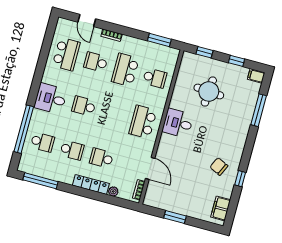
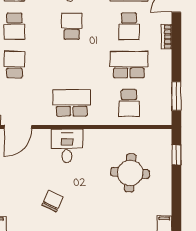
window: (236, 61) -> (176, 196), removed
school desk: (96, 62) -> (129, 26), turned 180
desk: (178, 123) -> (67, 146), moved
chair: (219, 167) -> (53, 201), moved

